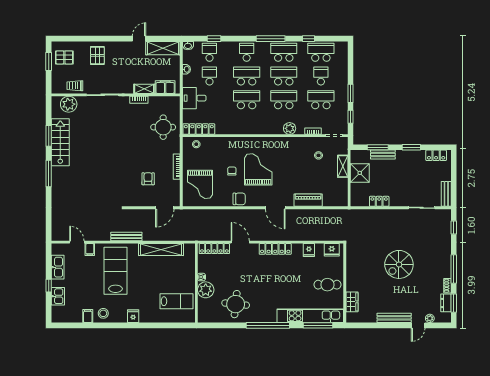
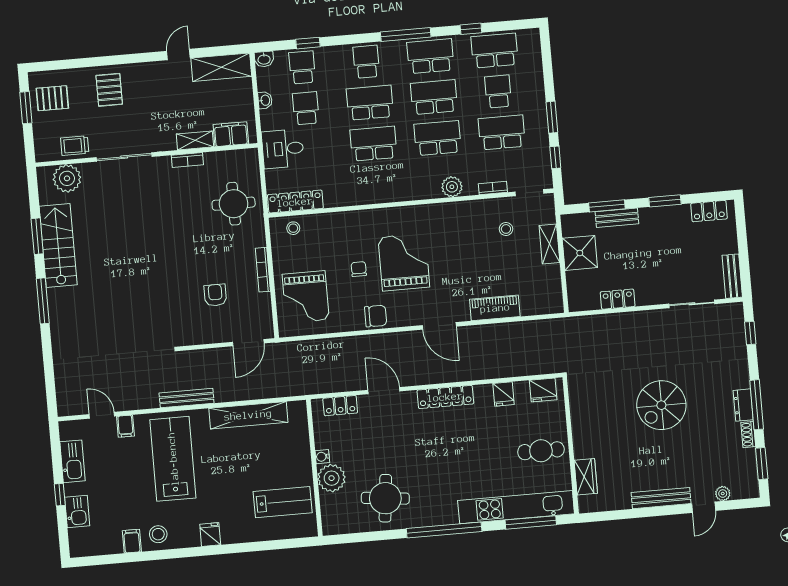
locker: (214, 249) -> (340, 406), width x0.66
dresser: (446, 303) -> (743, 405), moved

